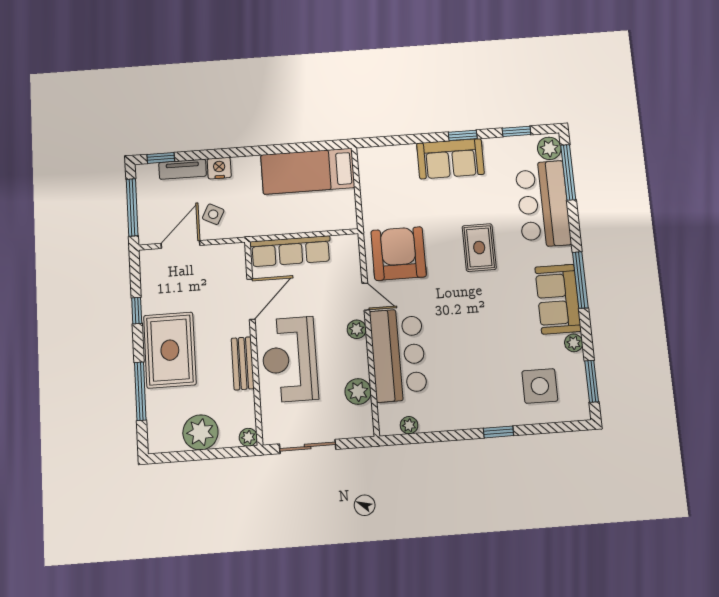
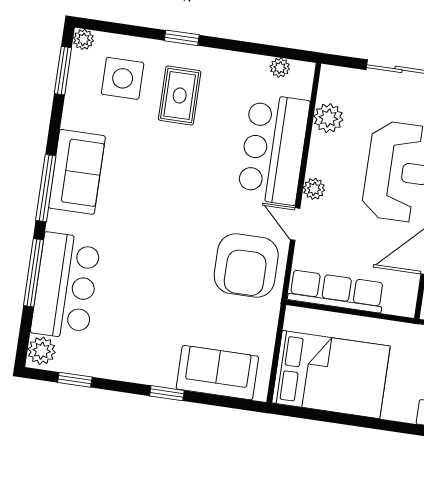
window: (463, 135) -> (167, 393), moved
sofa: (450, 159) -> (217, 373), moved
bed: (308, 171) -> (331, 375), width x1.50
window: (568, 172) -> (33, 273), moved
rug: (479, 248) -> (180, 96), moved
row of seats: (291, 251) -> (336, 291), moved
plant: (574, 343) -> (83, 39), moved

